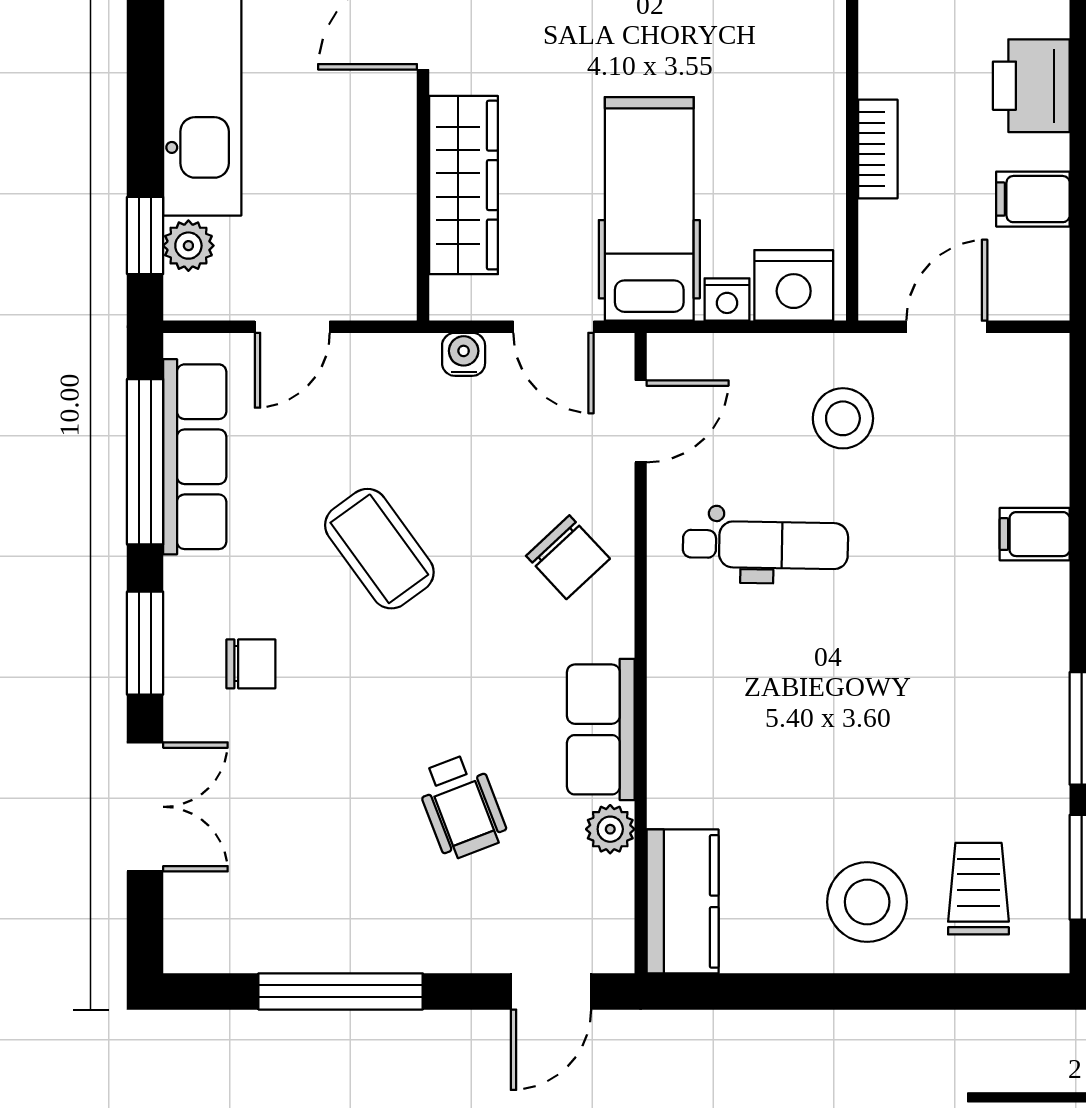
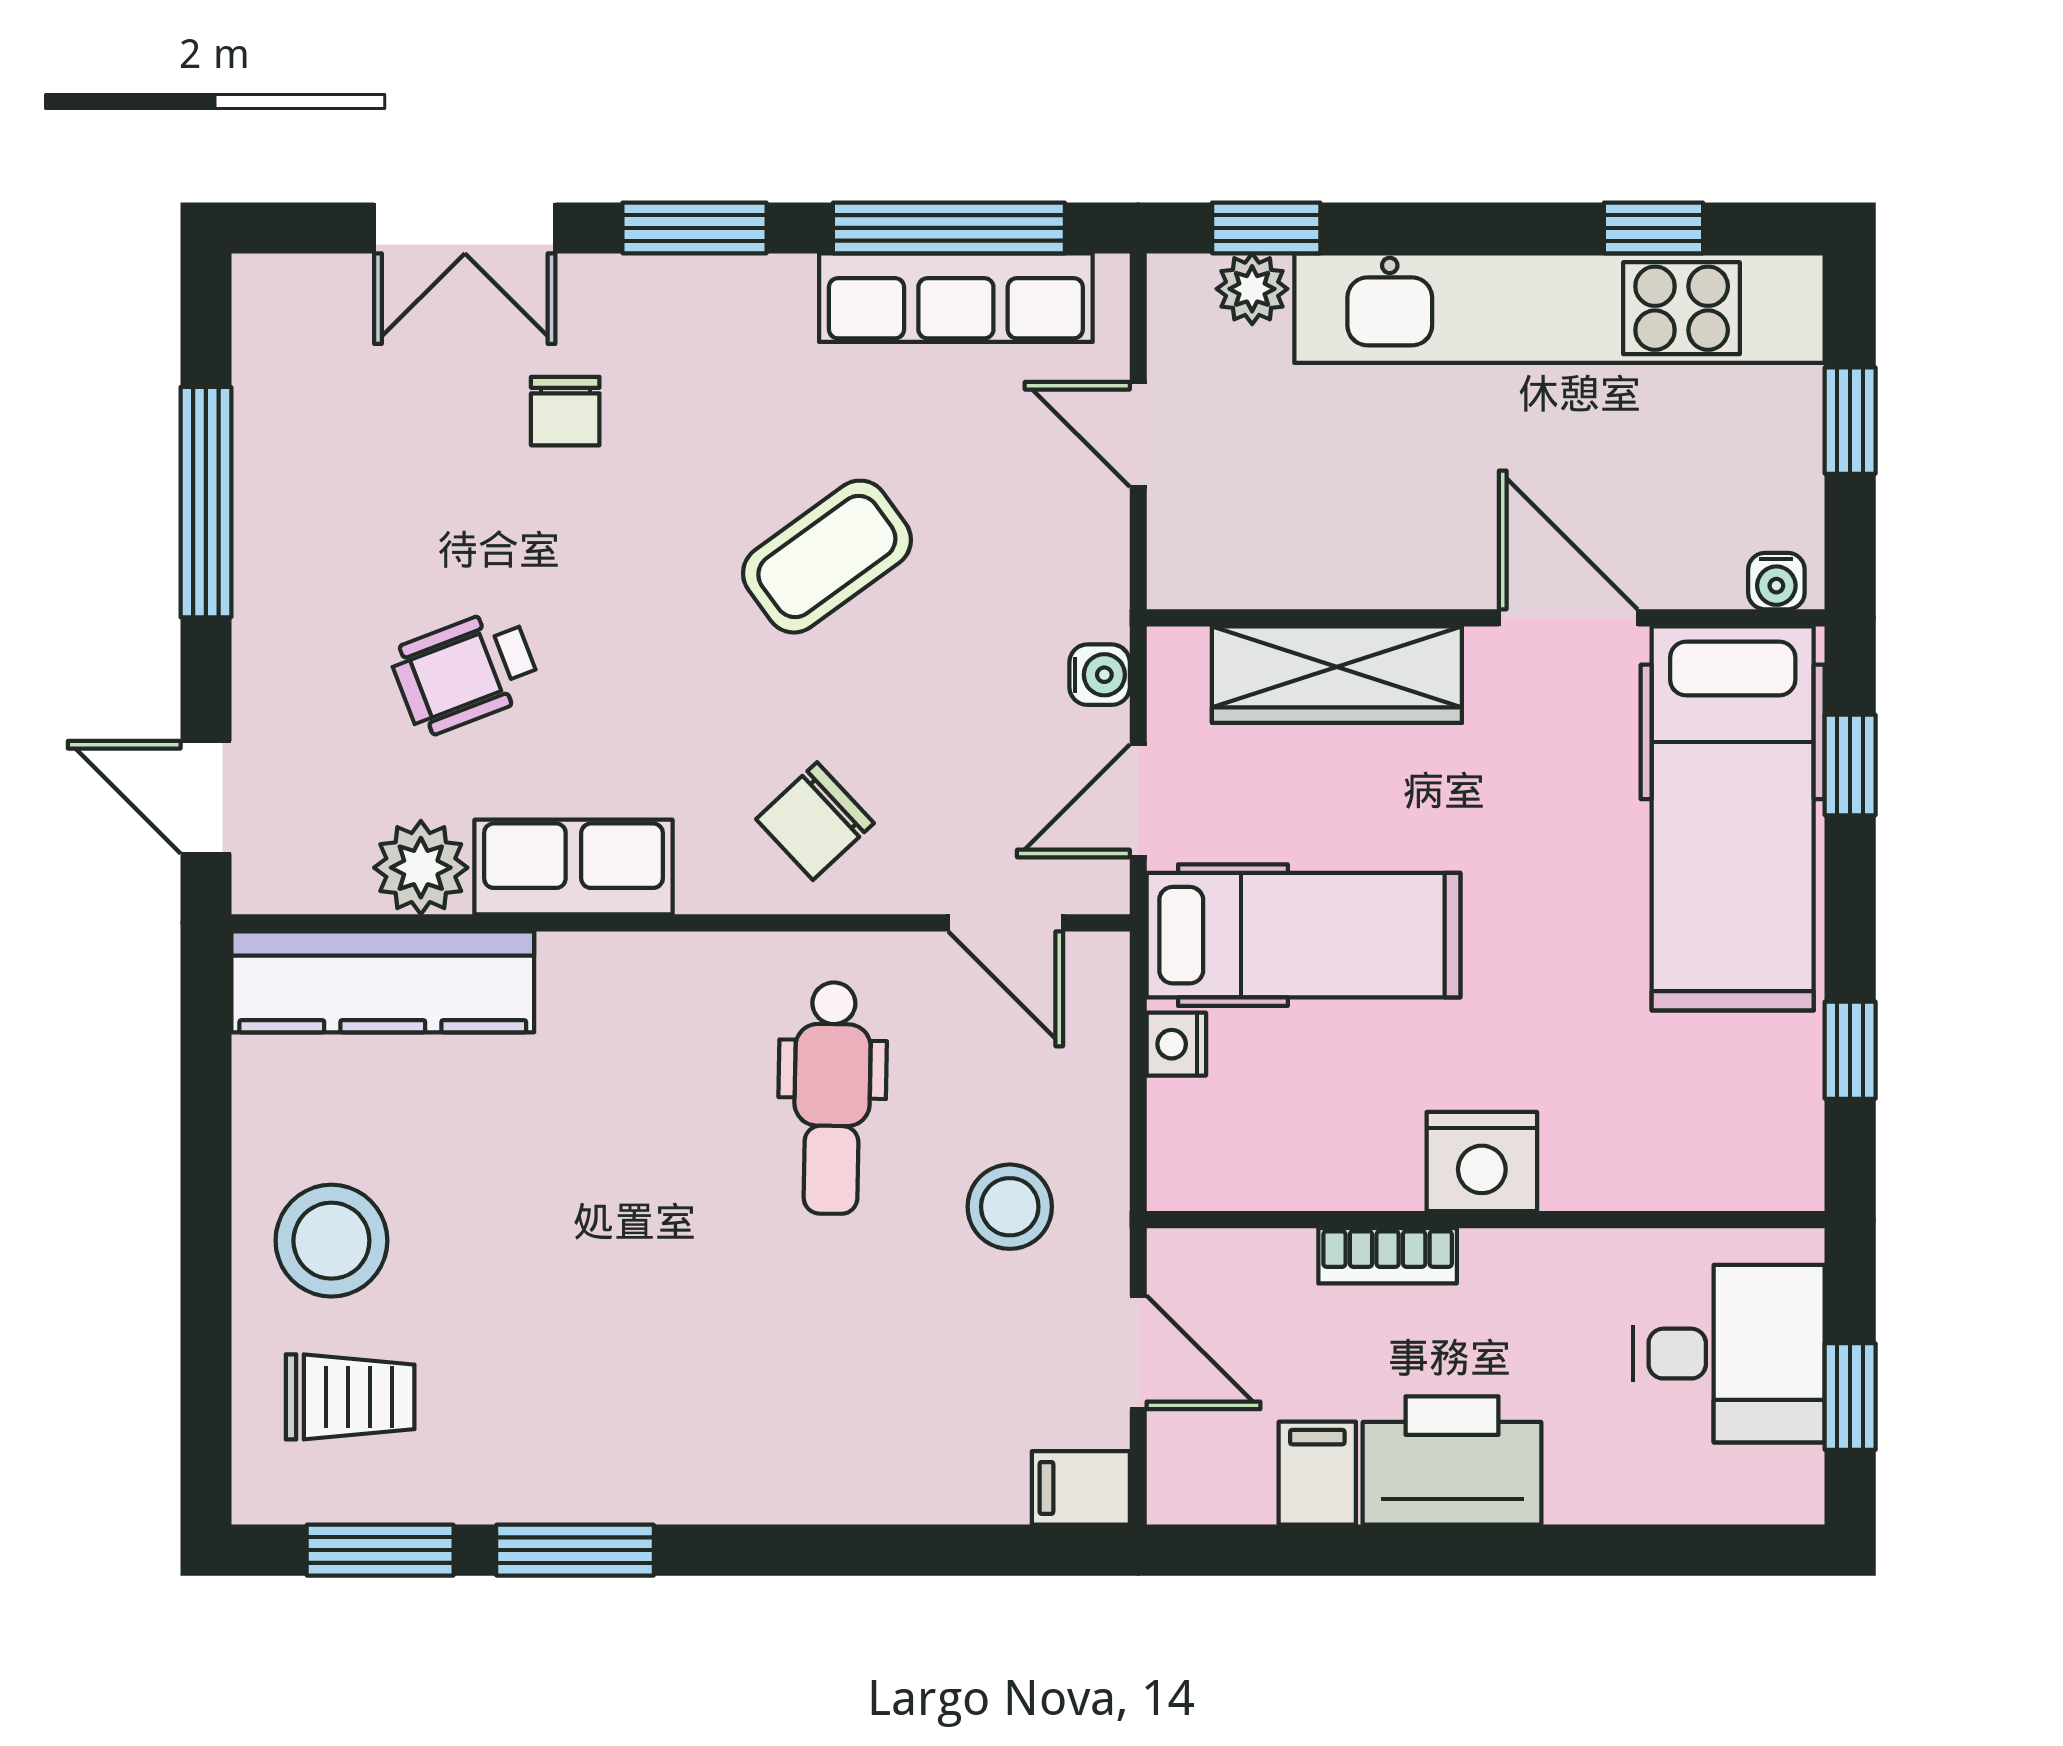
printer: (1031, 86) -> (1452, 1460), width x1.37, depth x1.19
nightstand: (794, 285) -> (1482, 1162), moved, turned -90
filing cabinet: (1035, 534) -> (1081, 1488), moved, turned -90
chair: (251, 664) -> (565, 411), moved
plant: (610, 829) -> (421, 868), width x1.38, depth x1.38
kitchen counter: (683, 901) -> (383, 982), width x1.50

